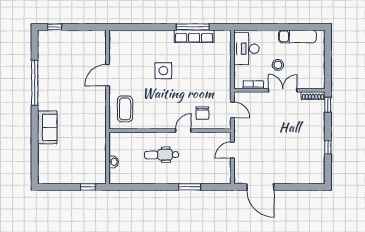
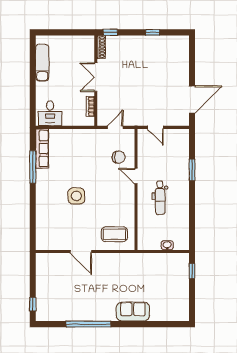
row of seats: (194, 36) -> (42, 149), moved
desk: (246, 49) -> (50, 113), width x0.73
stool: (278, 65) -> (71, 82), removed

